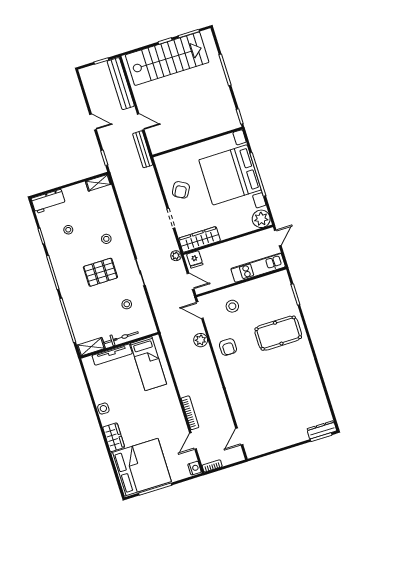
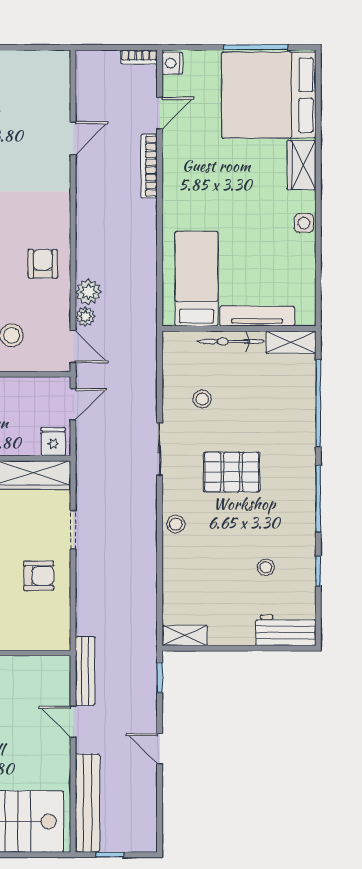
armchair: (181, 190) -> (39, 576), turned 61
stool: (106, 239) -> (176, 524), moved
plant: (176, 256) -> (85, 316), moved
door: (191, 281) -> (73, 404), swing flipped
door: (239, 436) -> (73, 138), moved

